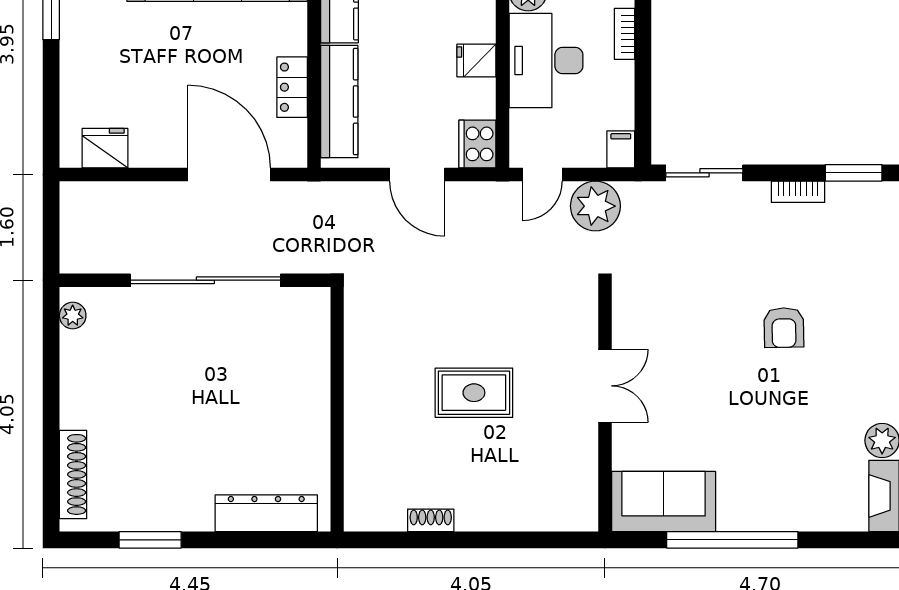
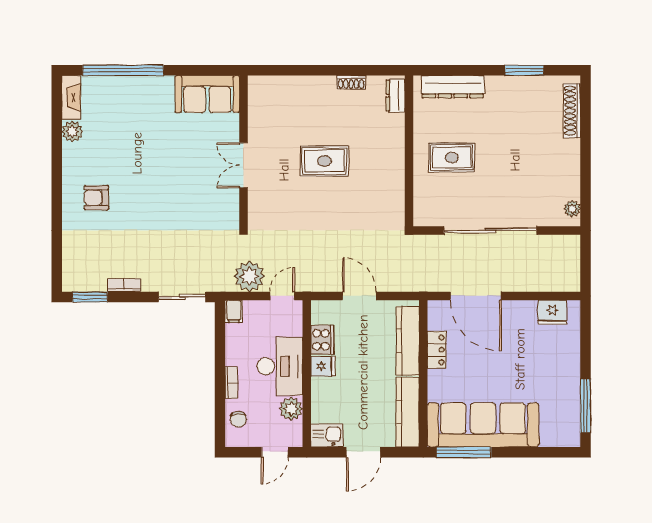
cooker: (477, 144) -> (322, 340), moved
armchair: (784, 328) -> (96, 198), moved, turned -89
rug: (268, 399) -> (452, 158), added
dresser: (359, 499) -> (395, 95), added
window: (732, 540) -> (123, 70), moved

